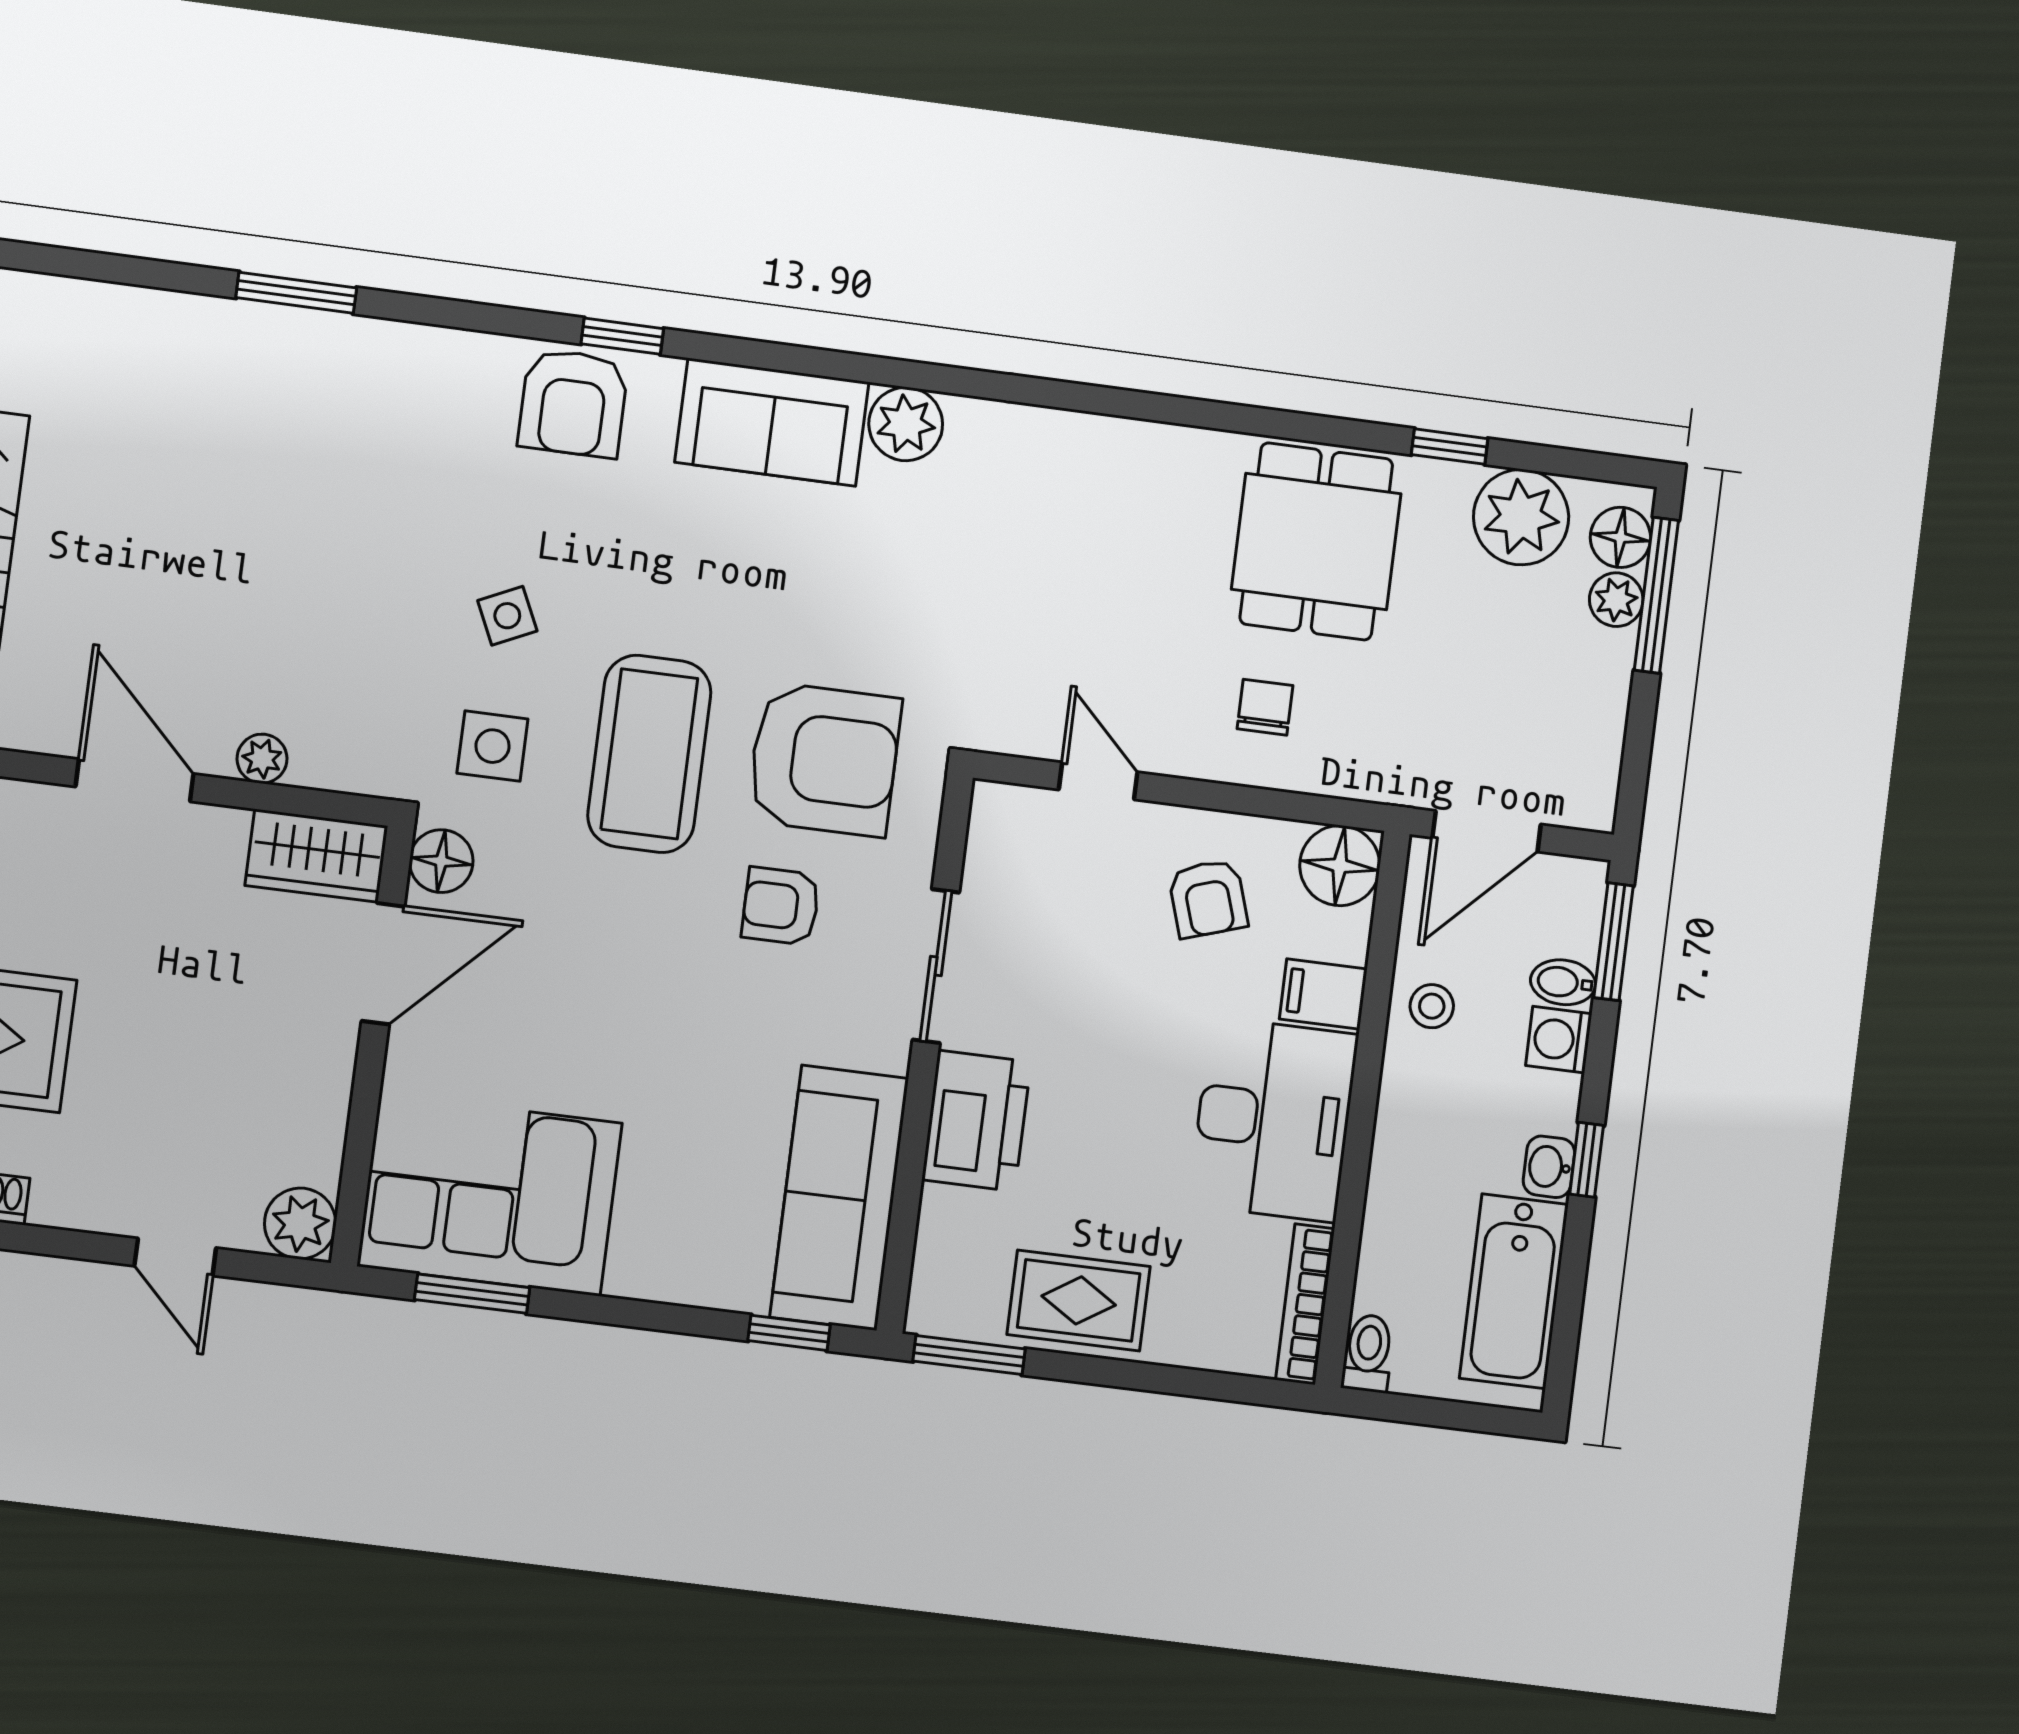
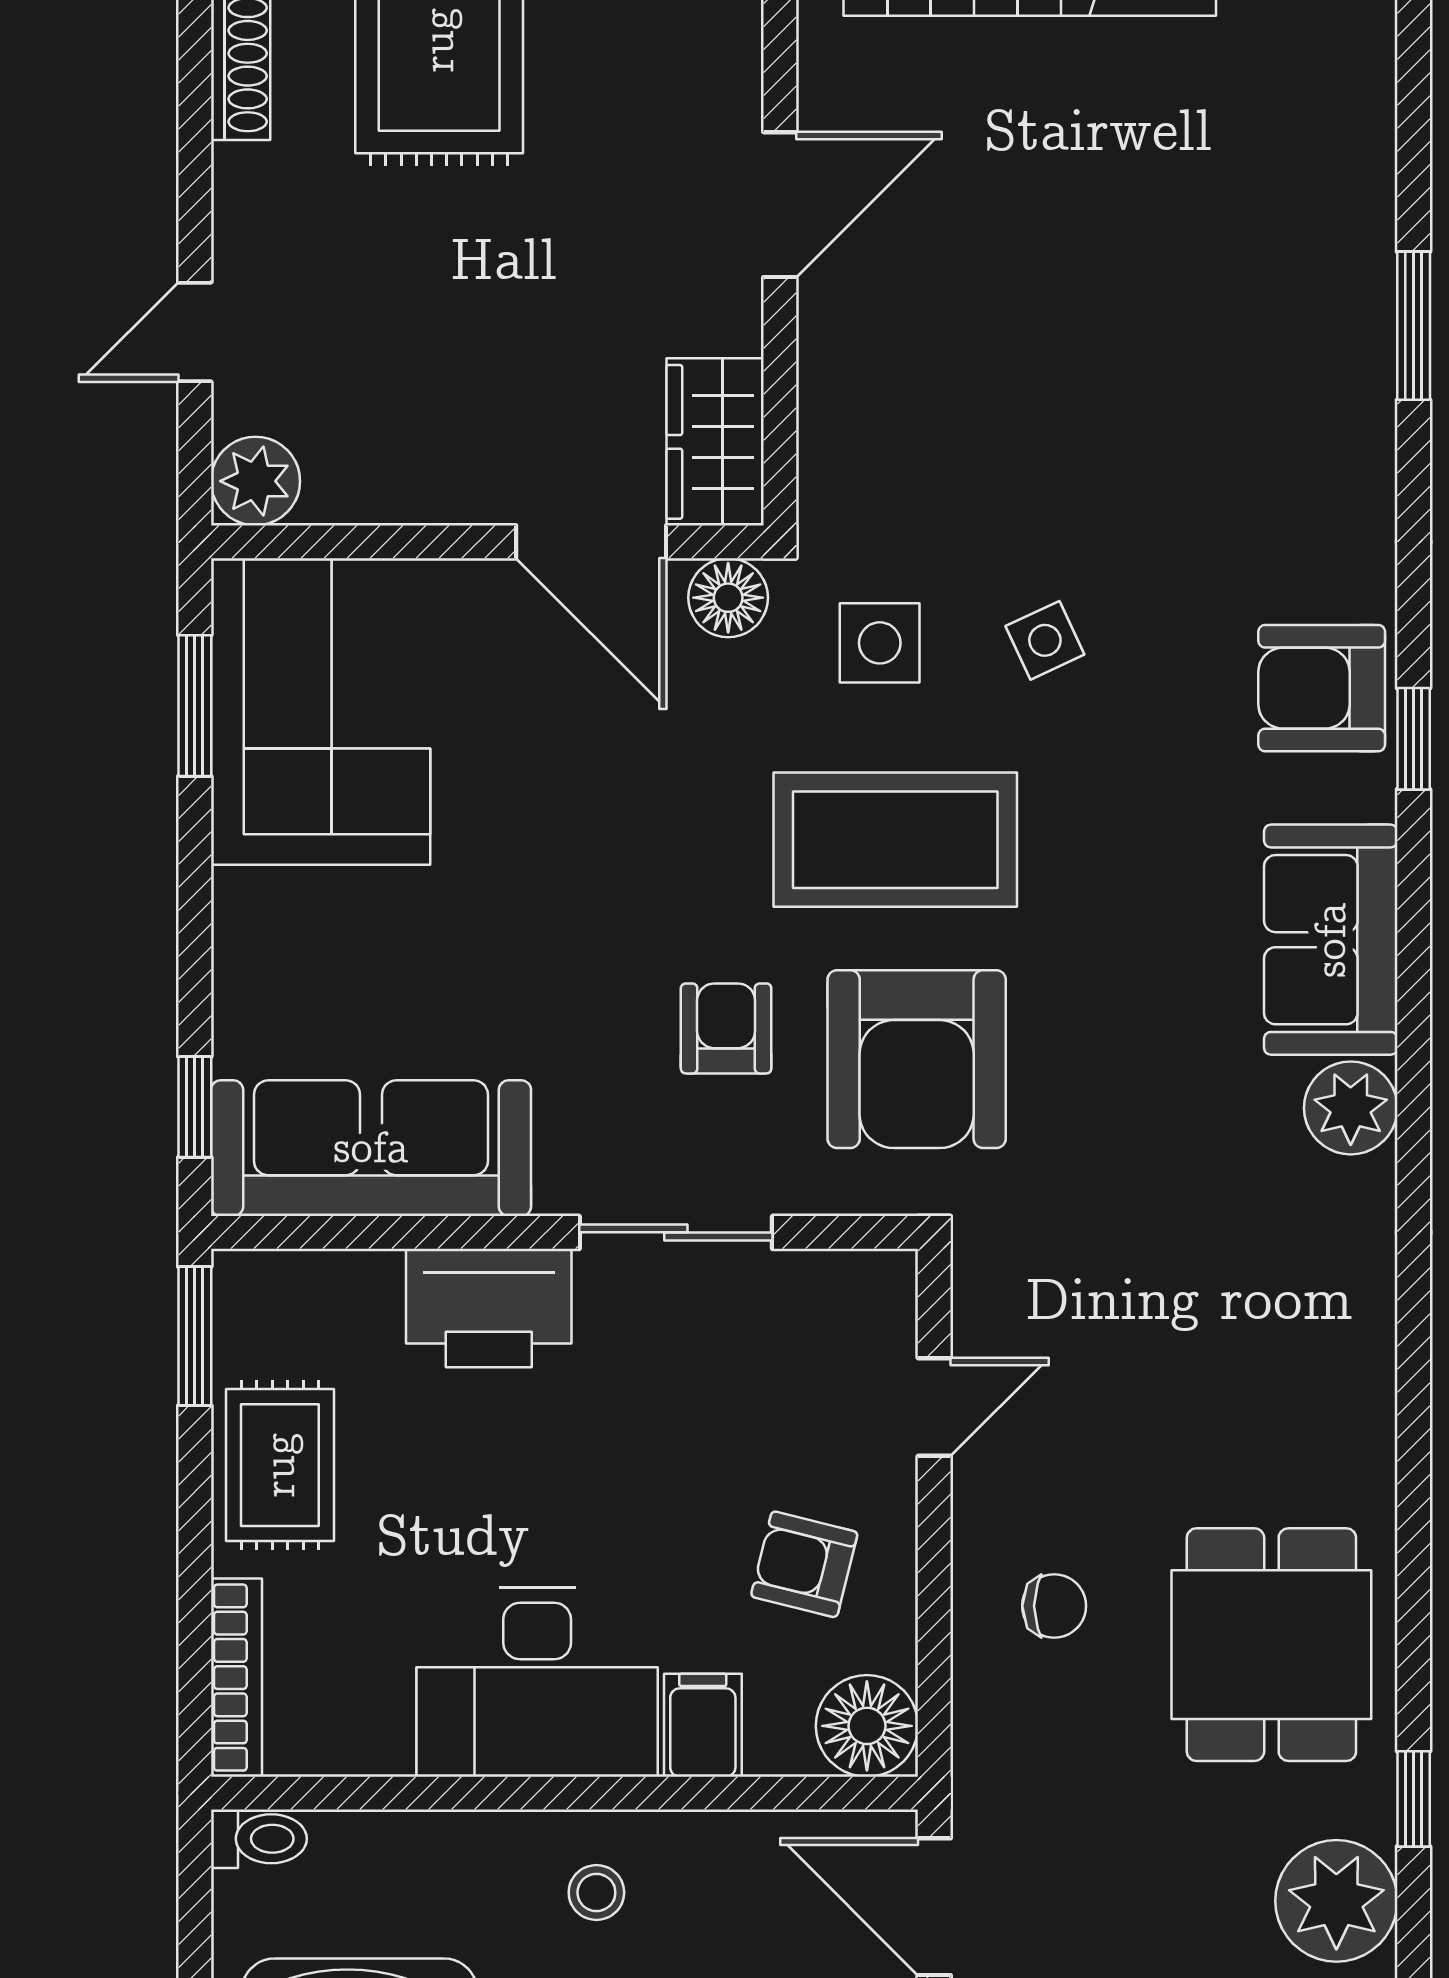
dining table: (1316, 541) -> (1271, 1645), turned 90
plant: (262, 759) -> (827, 359), removed
armchair: (1208, 898) -> (804, 1564), turned 32
stool: (1432, 1006) -> (596, 1893), moved
bookcase: (1305, 1304) -> (236, 1678), moved, turned 90

